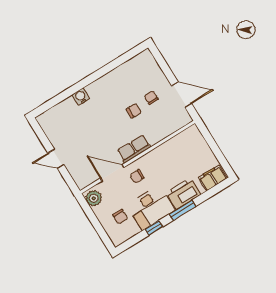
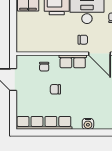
row of seats: (125, 71) -> (44, 123), added
chair: (151, 98) -> (44, 67), moved

